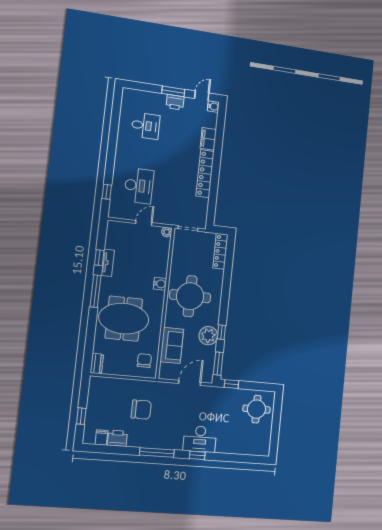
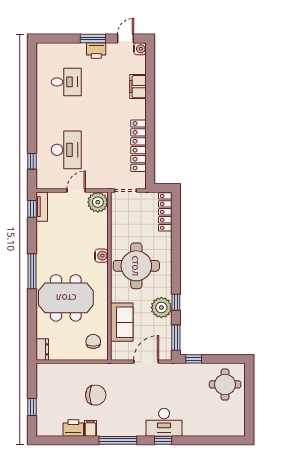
locker: (205, 174) -> (138, 146), moved
plant: (167, 232) -> (98, 202), width x1.88, depth x1.88
window: (99, 258) -> (32, 209), moved
tv unit: (108, 263) -> (42, 207), moved
filing cabinet: (101, 437) -> (91, 428), moved

